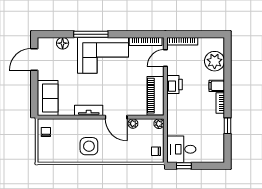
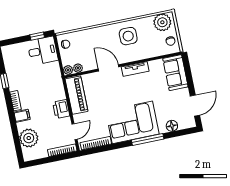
plant: (133, 124) -> (78, 68), moved
plant: (50, 153) -> (162, 22), added

